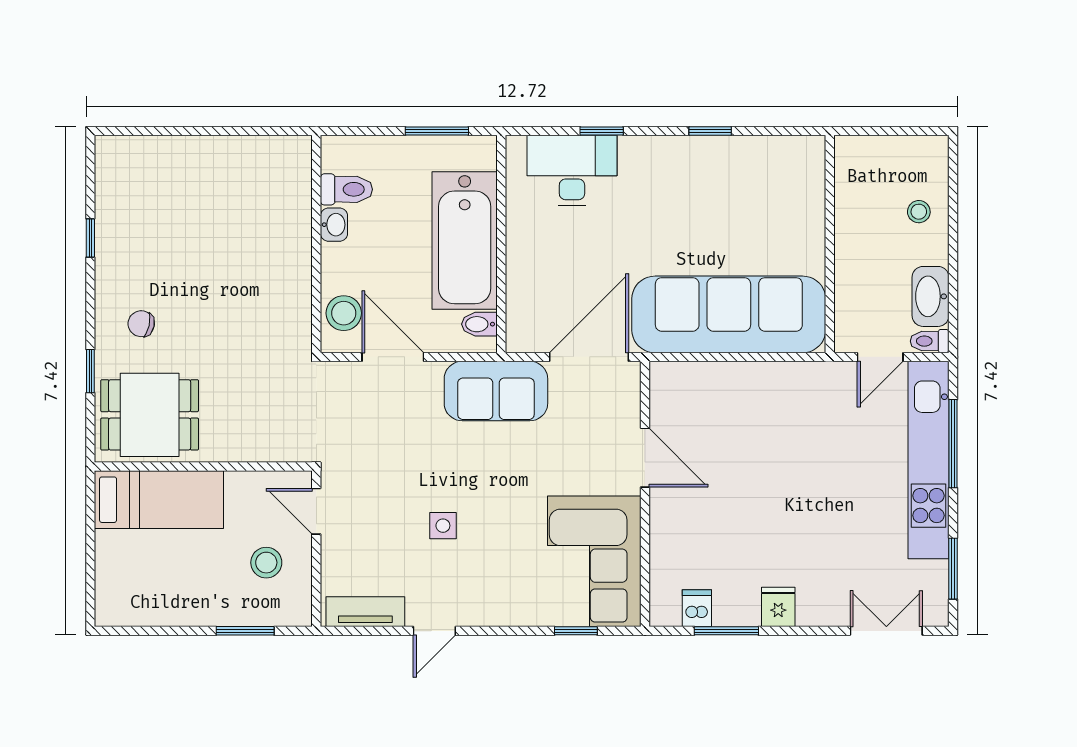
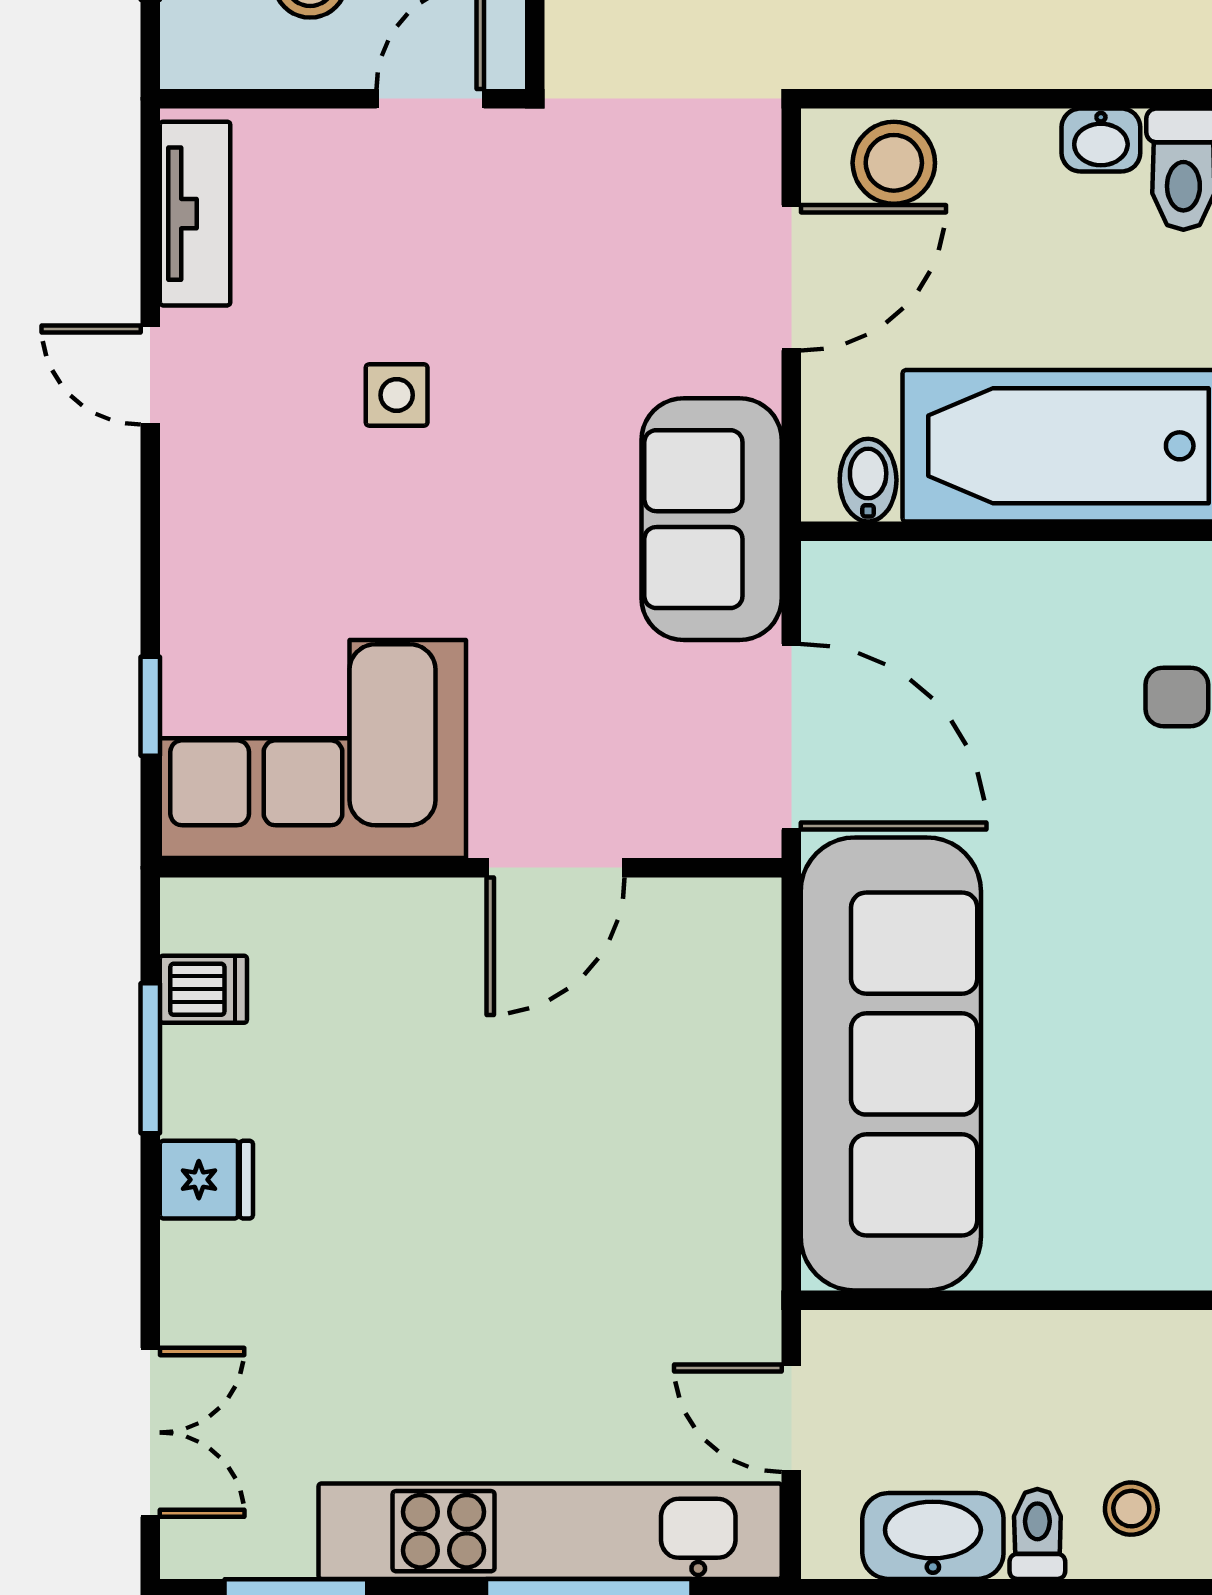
toilet: (930, 341) -> (1037, 1534), moved

